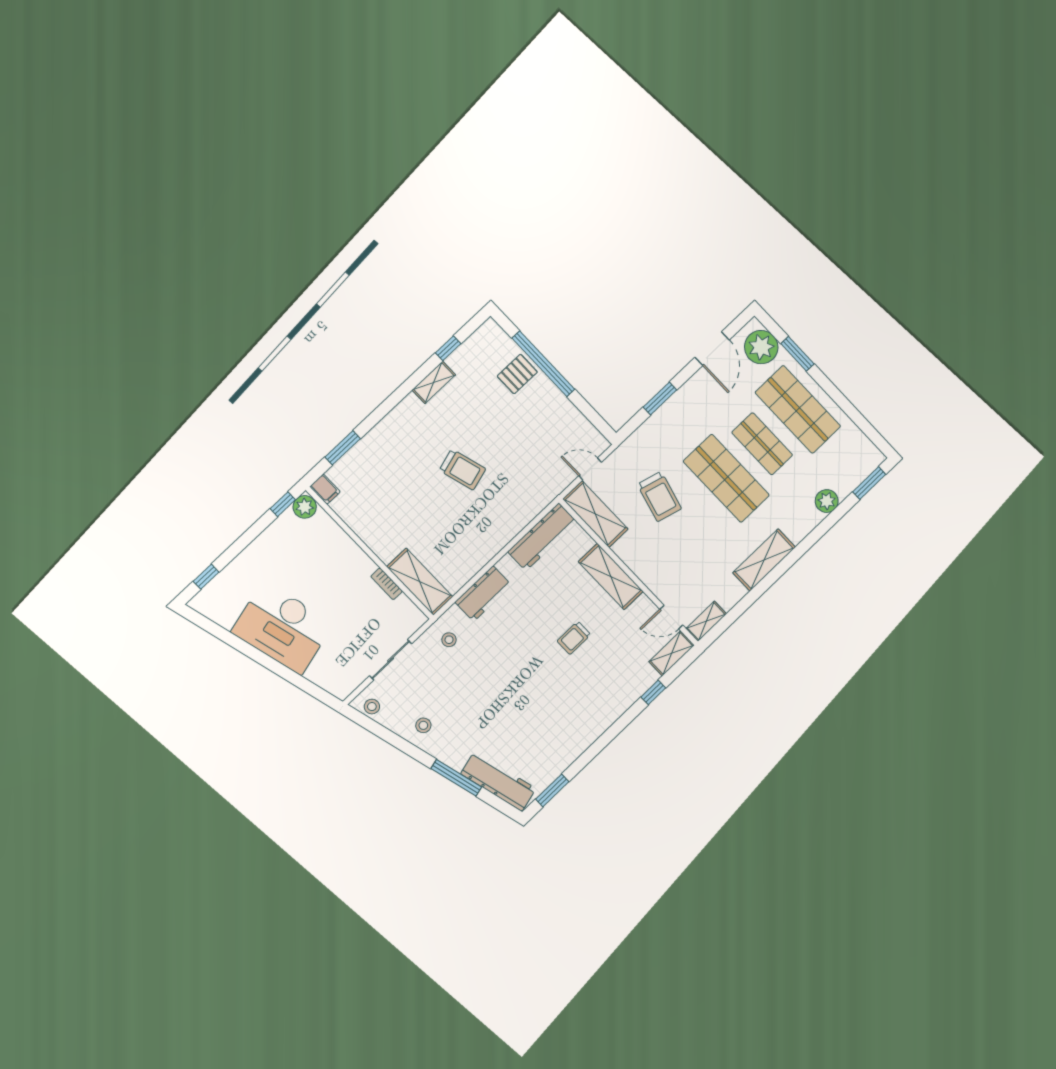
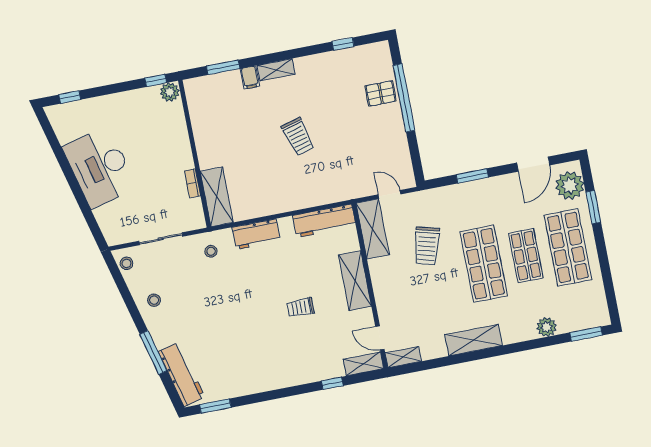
shelving: (434, 382) -> (276, 70), moved
filing cabinet: (325, 489) -> (250, 77), moved

